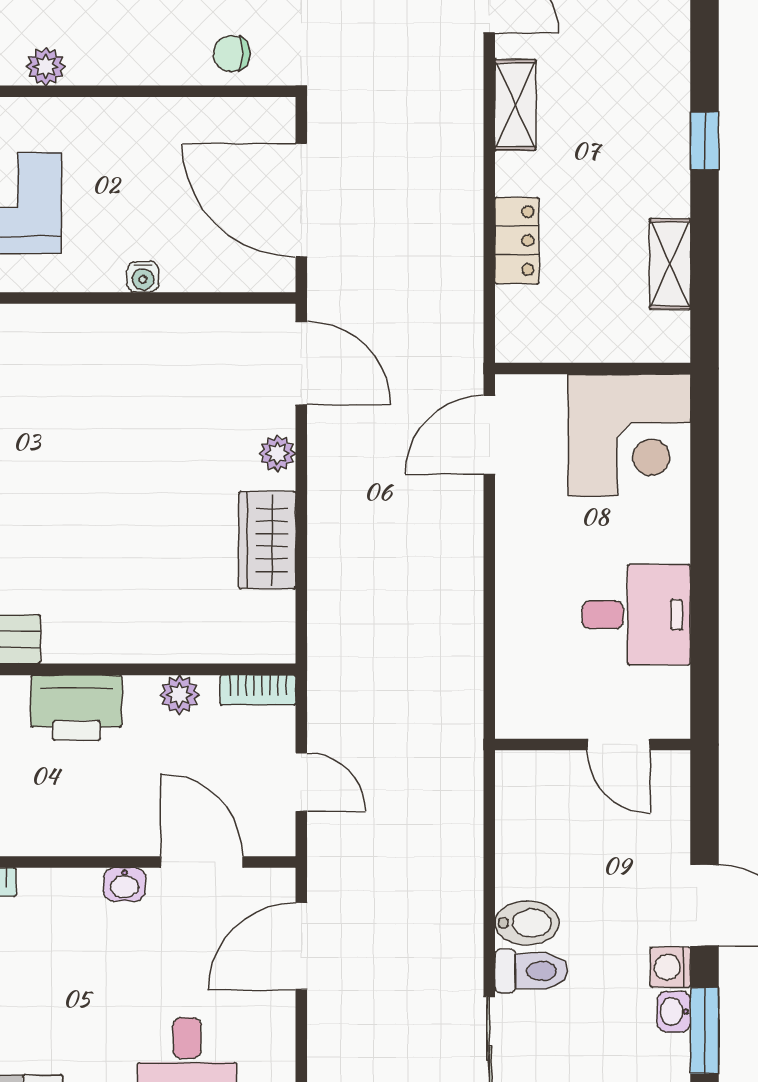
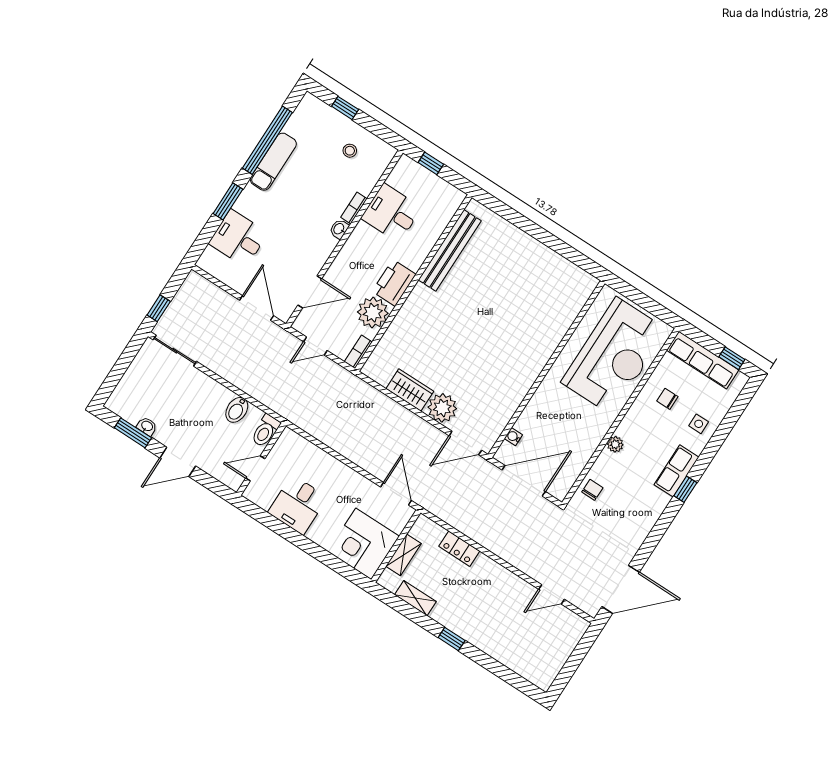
plant: (46, 66) -> (615, 444), moved
shelving: (515, 105) -> (404, 555), moved, turned 90
water cooler: (143, 277) -> (513, 437), moved
plant: (277, 453) -> (442, 408), width x1.88, depth x1.88
plant: (179, 695) -> (373, 313), width x1.88, depth x1.88
washbasin: (124, 884) -> (339, 229), moved
bidet: (527, 923) -> (237, 410), moved
washing machine: (670, 967) -> (164, 435), removed
toilet: (531, 971) -> (266, 431), moved

